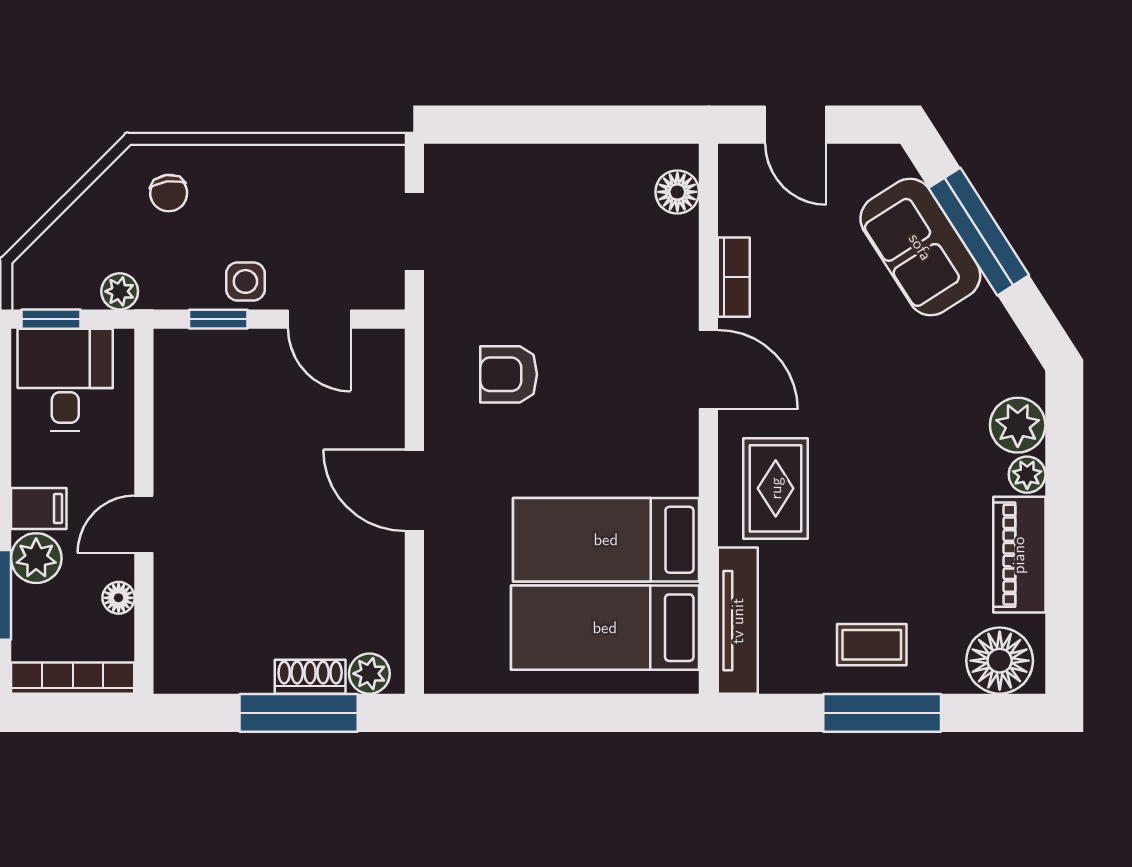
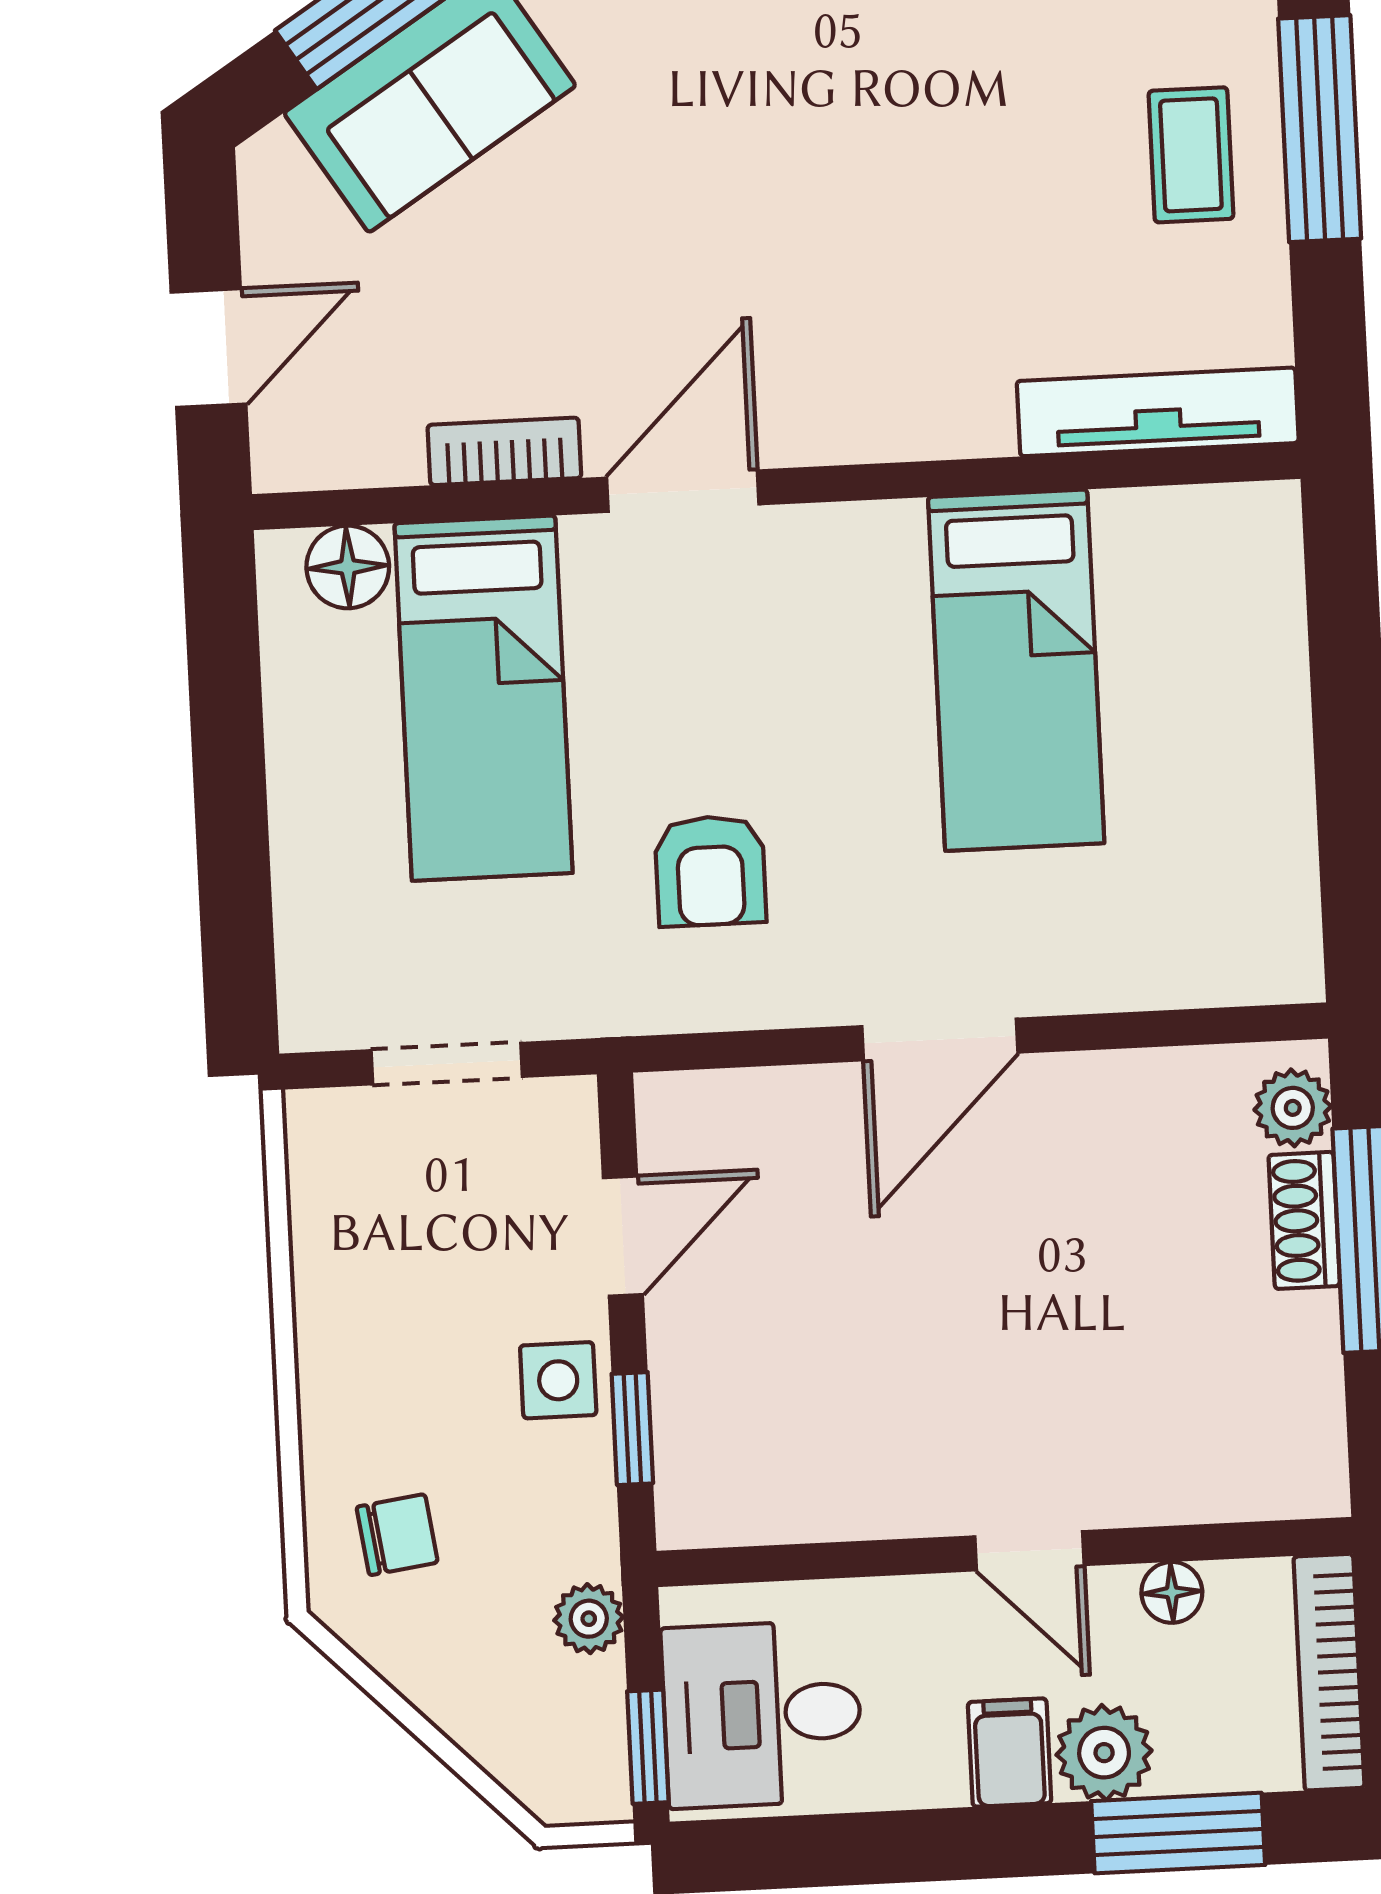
rug: (776, 488) -> (903, 352), removed
bed: (605, 628) -> (483, 698), moved

